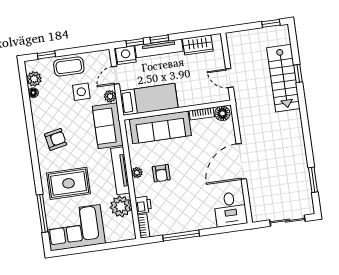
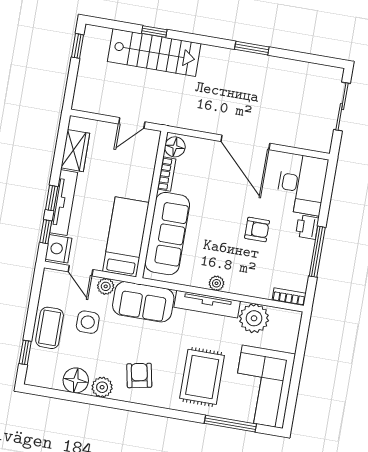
plant: (34, 79) -> (102, 387), moved
floor lamp: (33, 93) -> (76, 380), width x1.89, depth x1.89
armchair: (161, 173) -> (257, 229), moved
window: (313, 180) -> (252, 48), moved
printer: (143, 205) -> (307, 227), moved, turned -90
desk: (230, 209) -> (302, 184), width x1.37

